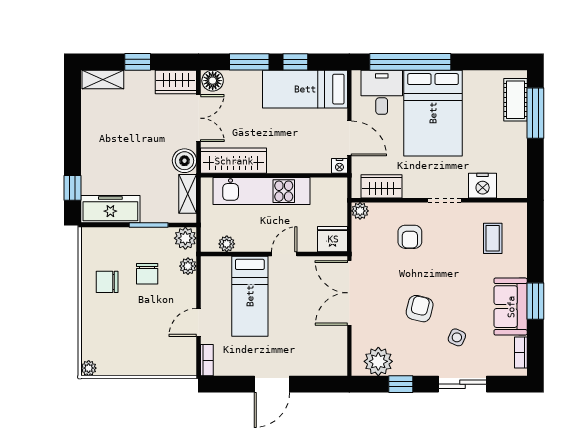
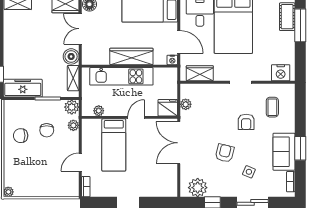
double door: (199, 118) -> (80, 29), swing flipped
wardrobe: (234, 161) -> (131, 56), moved
nightstand: (483, 186) -> (281, 73), moved
plant: (360, 211) -> (186, 104), moved
armchair: (410, 237) -> (246, 122), moved

